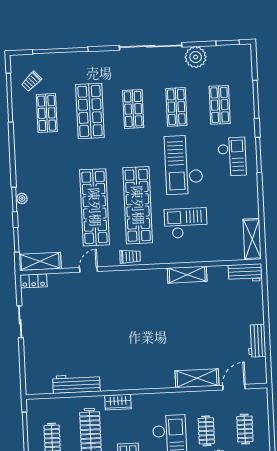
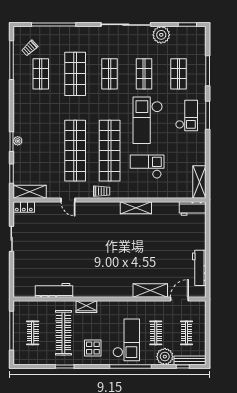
door: (88, 269) -> (68, 200), swing flipped
shelving: (187, 275) -> (136, 208), moved
workbench: (257, 341) -> (199, 268), width x1.37

